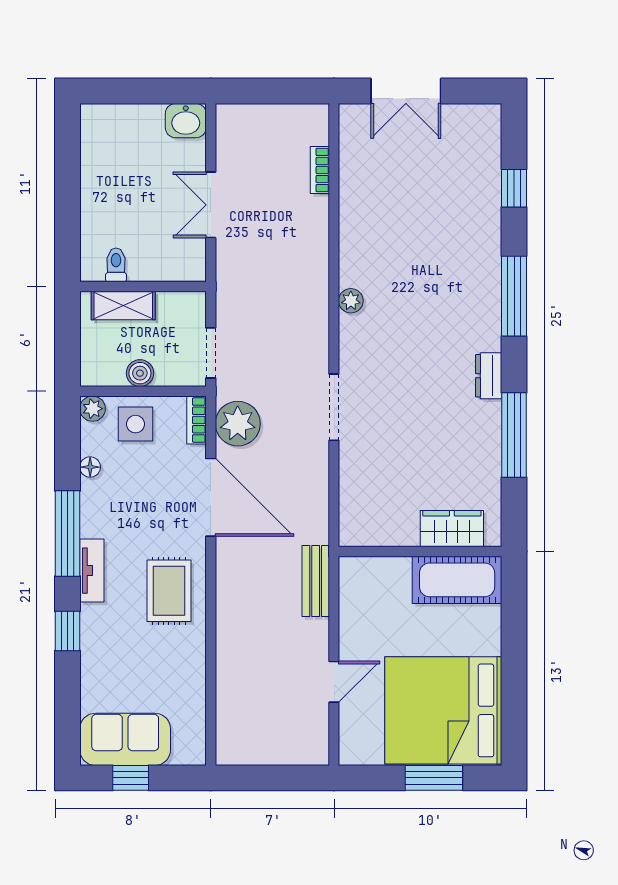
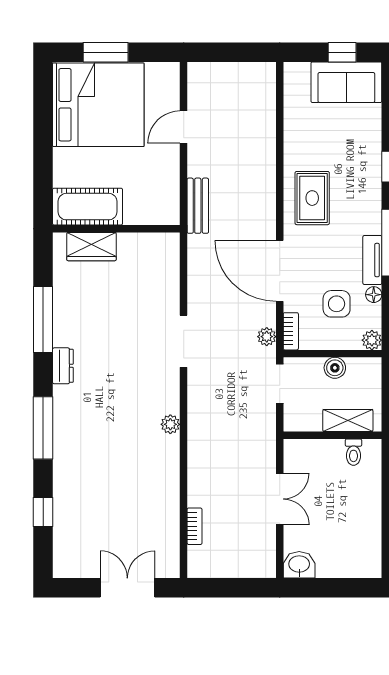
side table: (135, 424) -> (337, 304), moved
plant: (238, 424) -> (267, 337), width x0.53, depth x0.53
tv unit: (92, 571) -> (372, 260), moved

